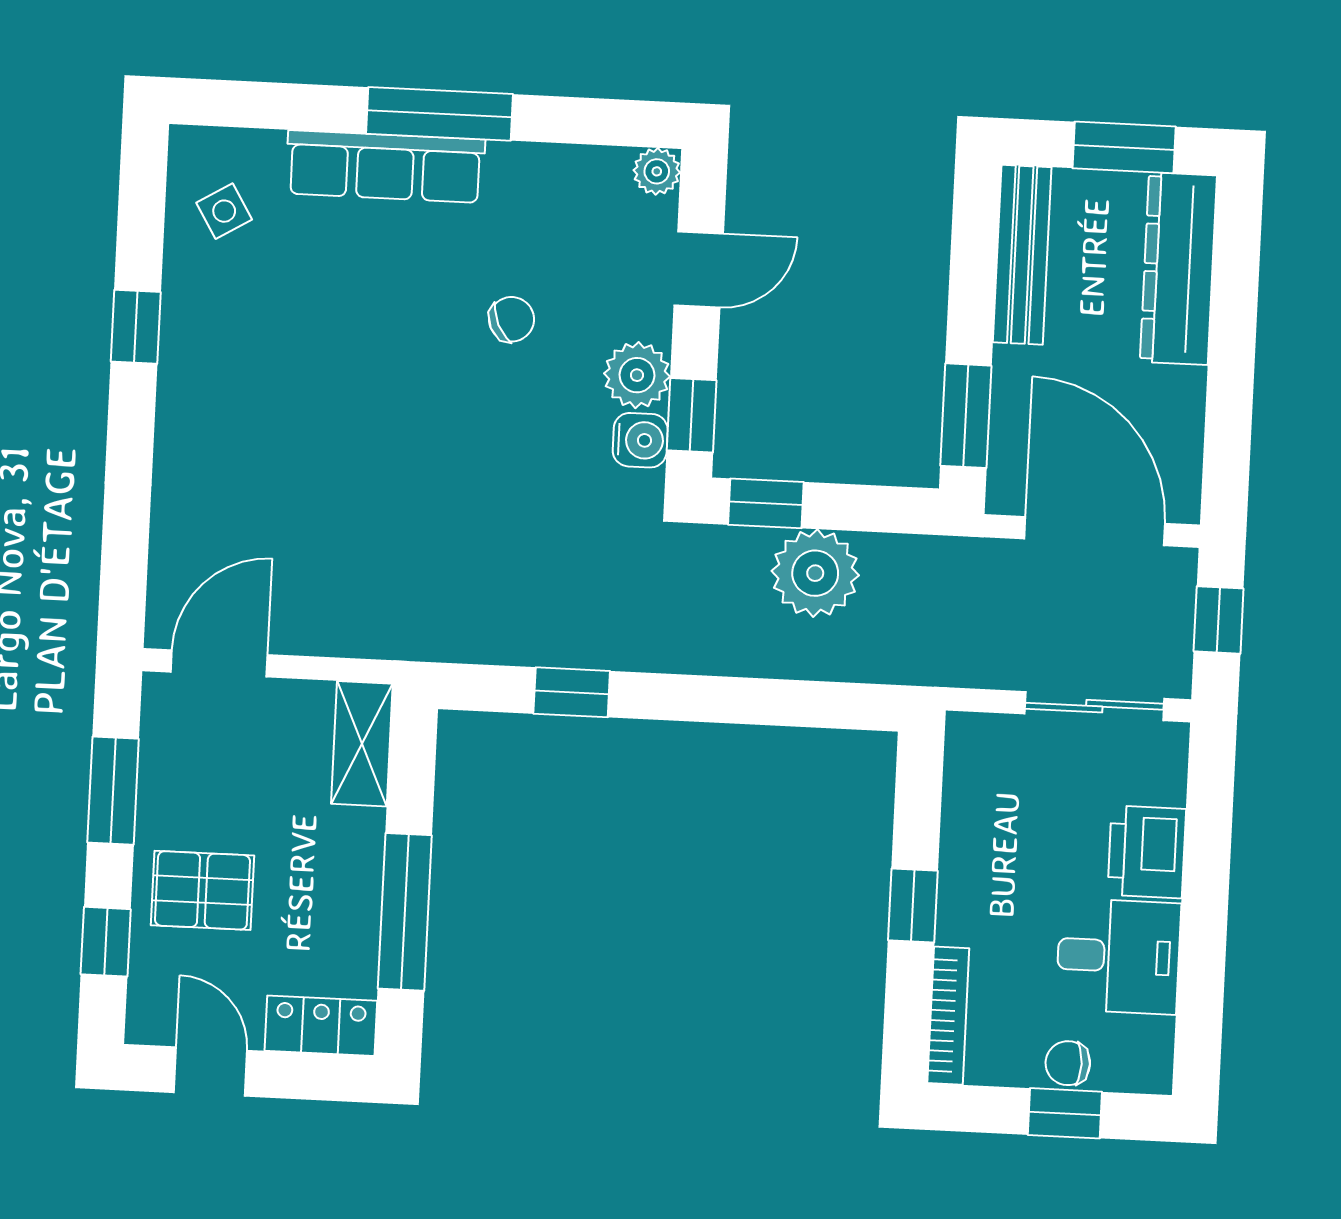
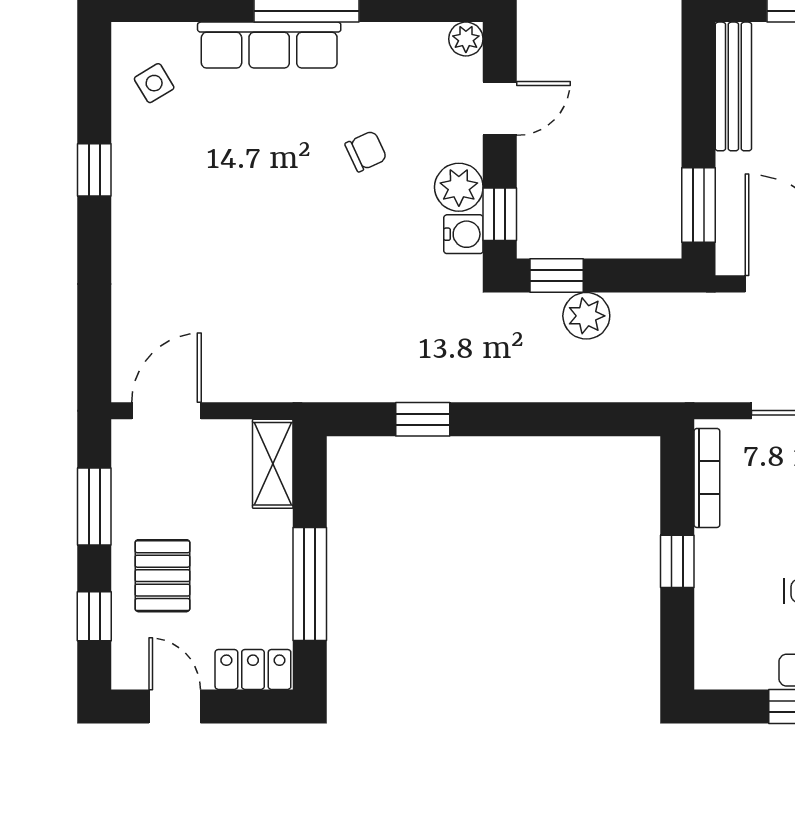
plant: (815, 573) -> (586, 316), width x0.73, depth x0.73
pallet: (202, 890) -> (162, 576), turned 90
bookcase: (948, 1016) -> (707, 478), moved

